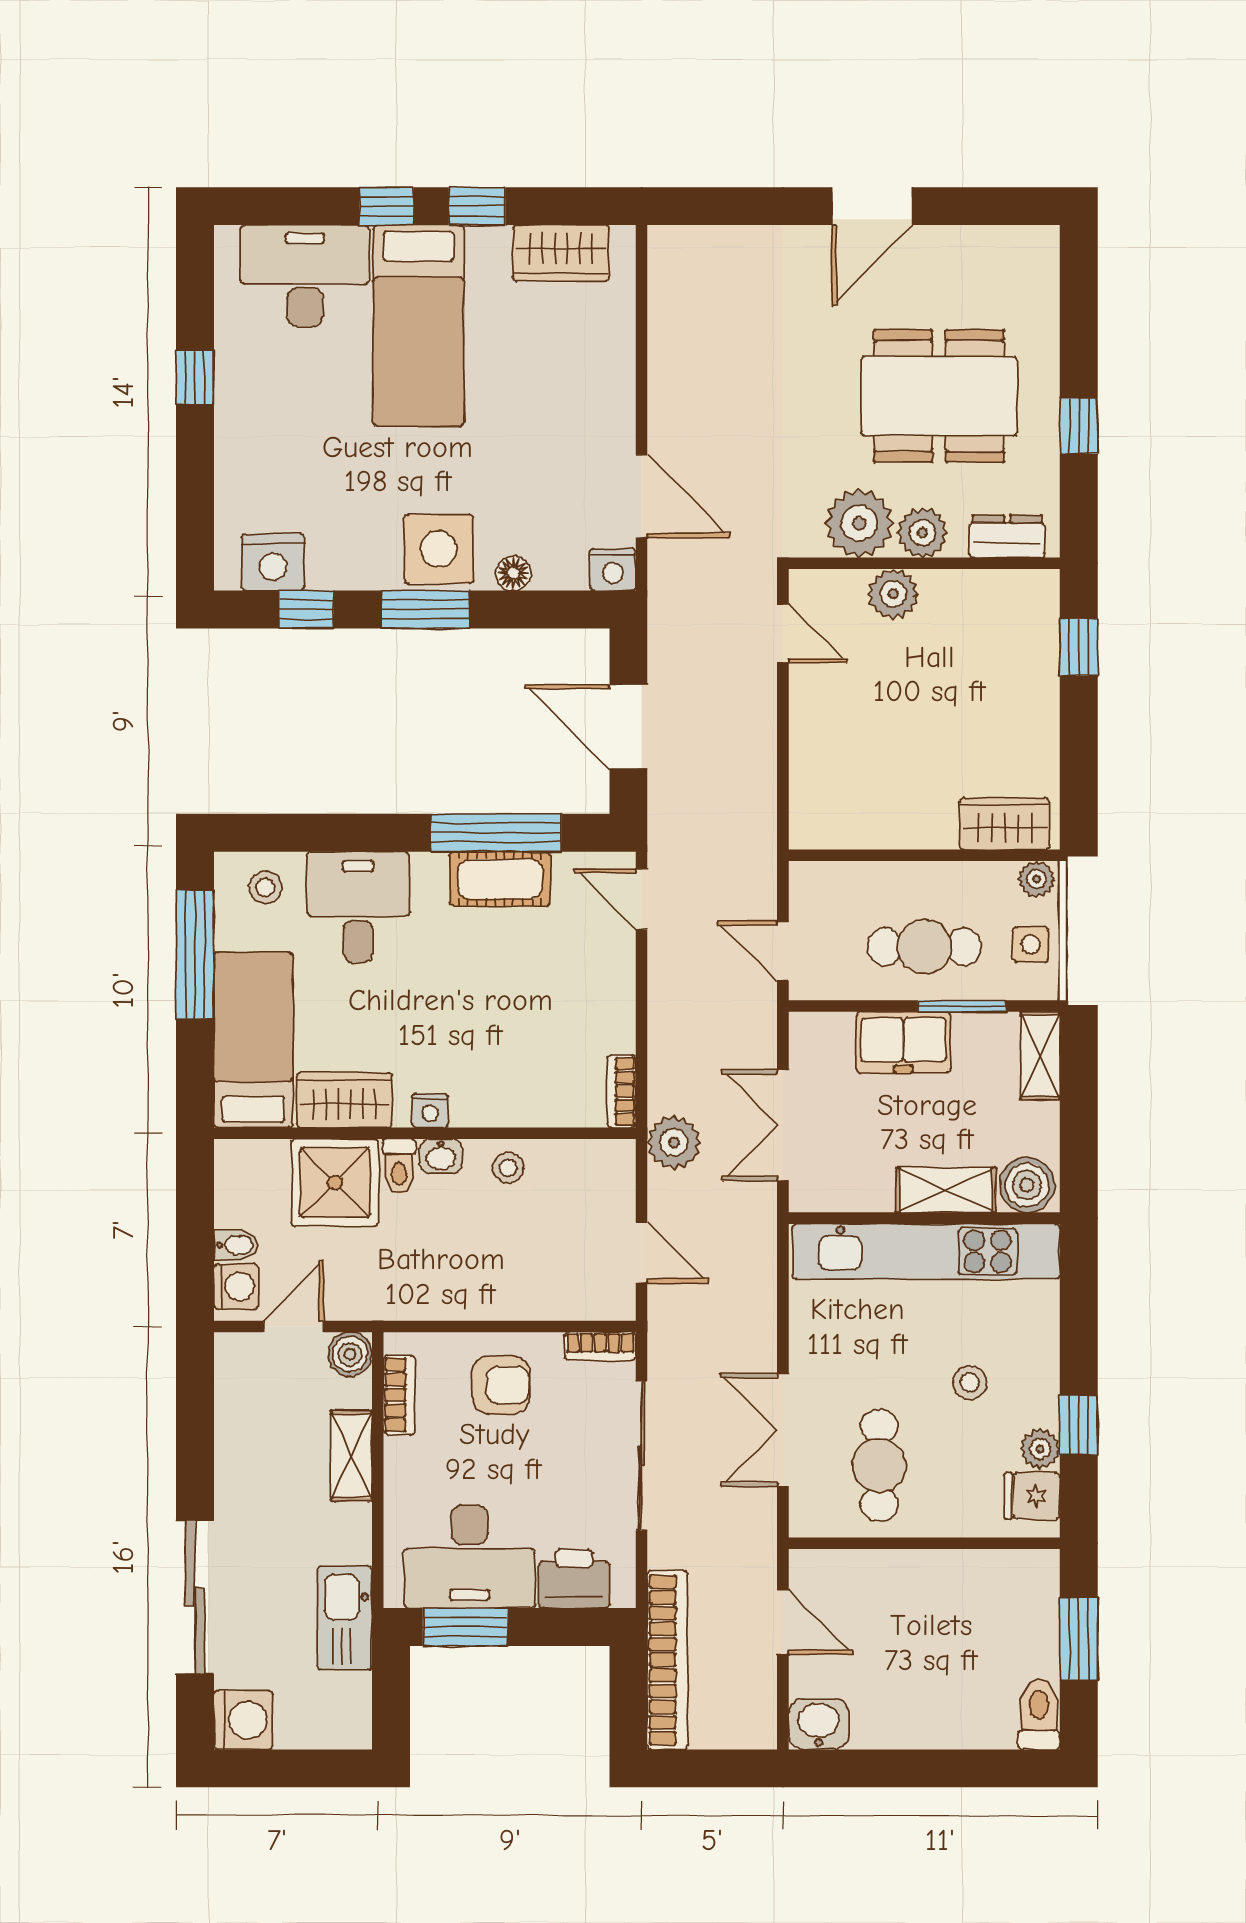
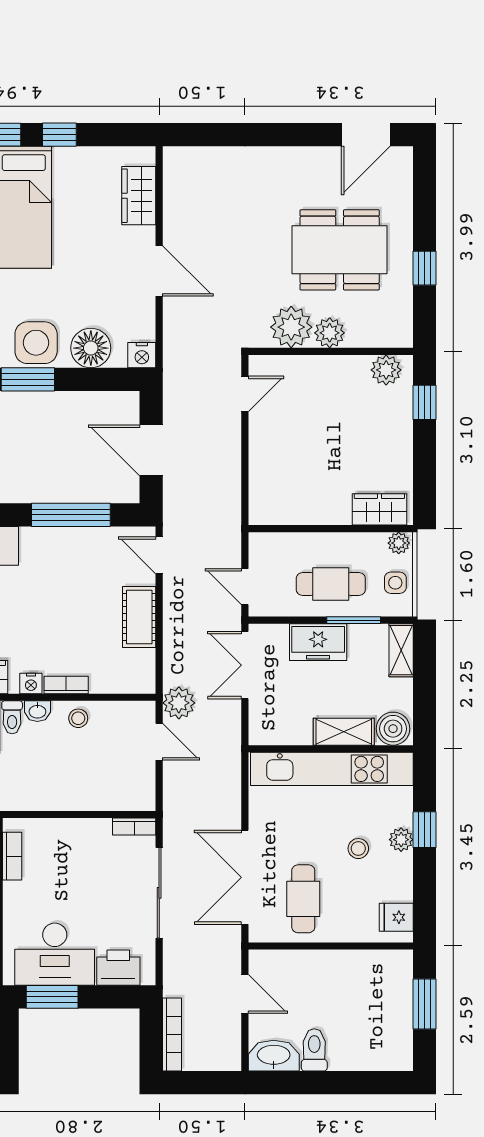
door: (872, 206) -> (366, 135), moved
wardrobe: (561, 253) -> (139, 196), moved, turned 90
door: (642, 496) -> (159, 271), moved
dresser: (1007, 536) -> (381, 335), removed
floor lamp: (513, 573) -> (91, 348), width x1.89, depth x1.89
plant: (893, 594) -> (386, 370), moved
door: (783, 633) -> (245, 394), hinge flipped
cot: (500, 879) -> (139, 617), moved, turned 90
bookcase: (621, 1091) -> (66, 685), moved, turned 90
double door: (783, 1125) -> (245, 665), moved
door: (642, 1253) -> (159, 742), moved
armchair: (501, 1385) -> (74, 850), removed
window: (1079, 1425) -> (424, 830), moved
double door: (783, 1430) -> (245, 877), width x1.37
plant: (1040, 1449) -> (401, 840), moved
bookcase: (668, 1660) -> (172, 1034), width x0.68, depth x0.76
toilet: (1039, 1715) -> (314, 1050), moved
washbasin: (819, 1724) -> (274, 1056), width x1.38

